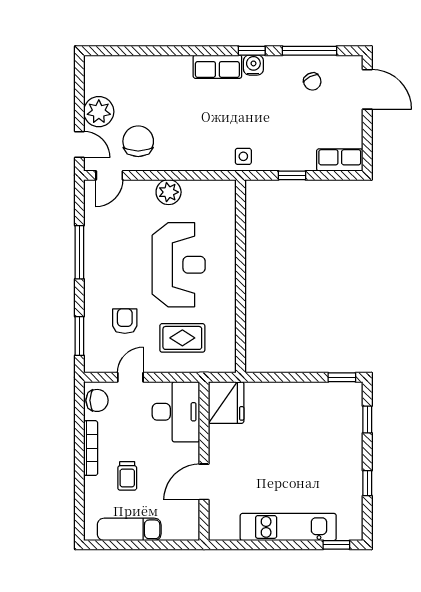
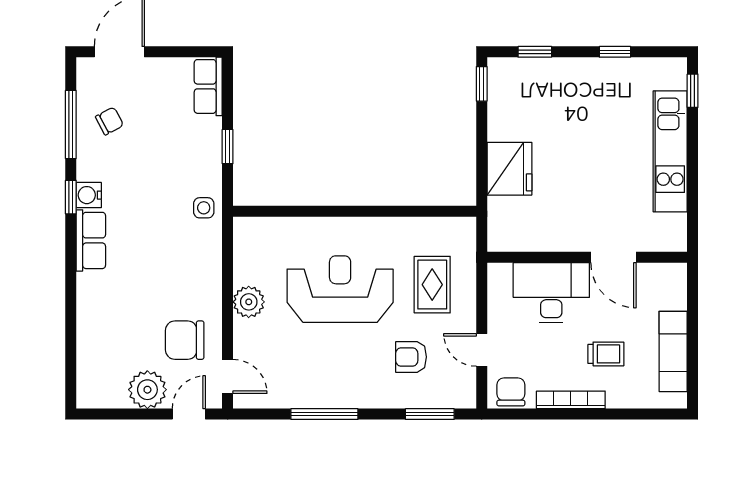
fridge: (226, 403) -> (509, 169), moved, turned 90
desk: (176, 412) -> (551, 293), moved

